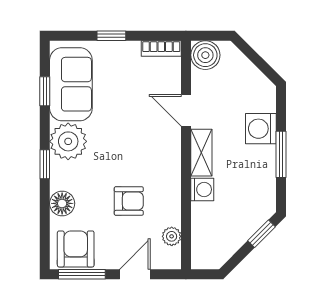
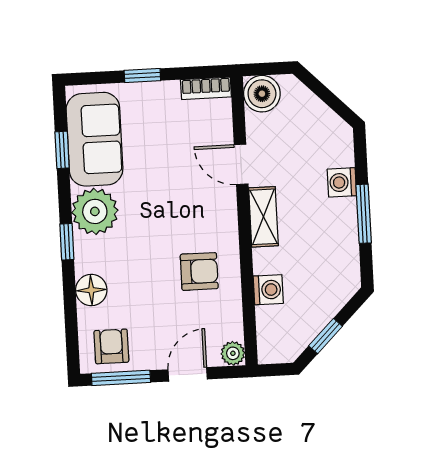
washing machine: (261, 129) -> (342, 182), width x0.73, depth x0.73
washing machine: (202, 189) -> (268, 290), moved
armchair: (129, 201) -> (199, 271), moved
window: (261, 234) -> (325, 336), moved
plant: (172, 236) -> (233, 353), moved
armchair: (76, 249) -> (111, 346), width x0.72, depth x0.72

